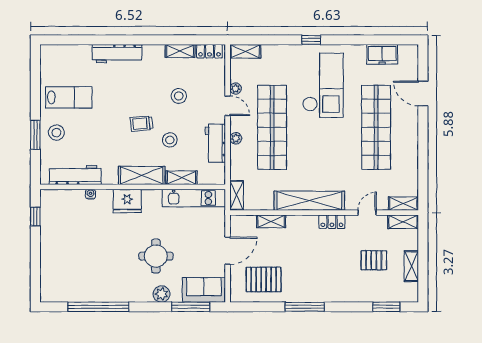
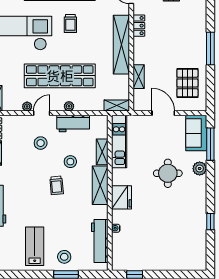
stool: (179, 96) -> (41, 143), moved
trolley: (334, 140) -> (70, 24), added
window: (98, 307) -> (210, 222), width x0.32

